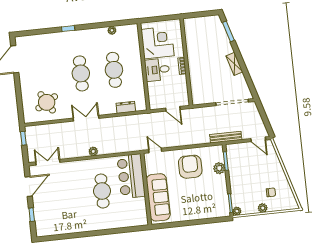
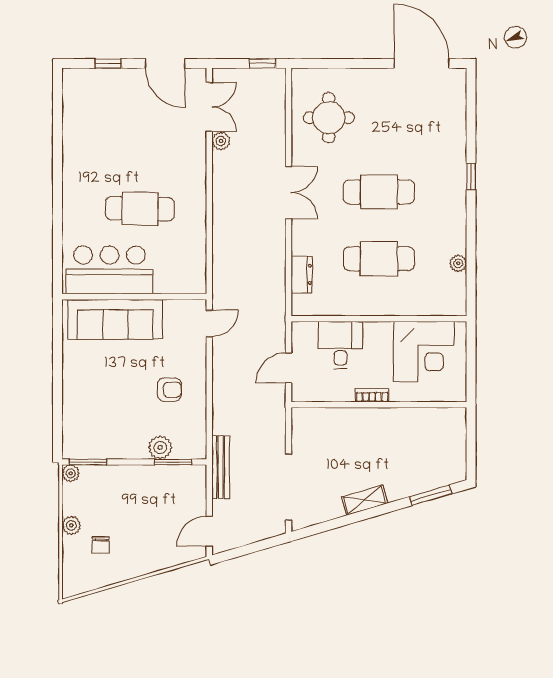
desk: (157, 70) -> (340, 345), moved
round table: (47, 102) -> (329, 118), turned 30
plant: (93, 151) -> (221, 141), moved
armchair: (190, 167) -> (169, 390), width x0.53, depth x0.53
bar counter: (131, 176) -> (109, 270), moved

